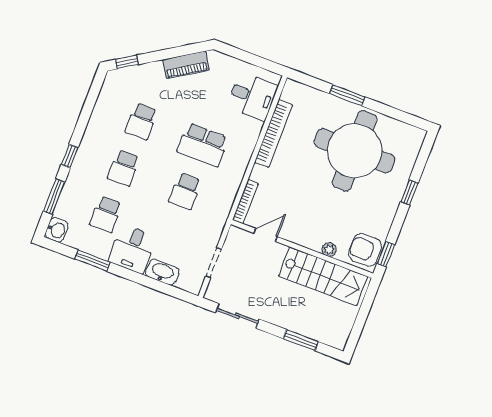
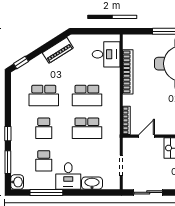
school desk: (141, 121) -> (44, 96), width x1.85
school desk: (185, 191) -> (87, 128), width x1.85
window: (92, 261) -> (46, 192), width x1.44

